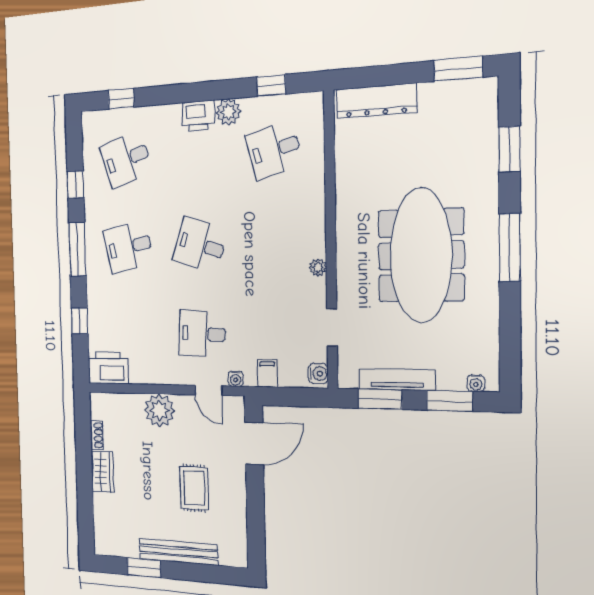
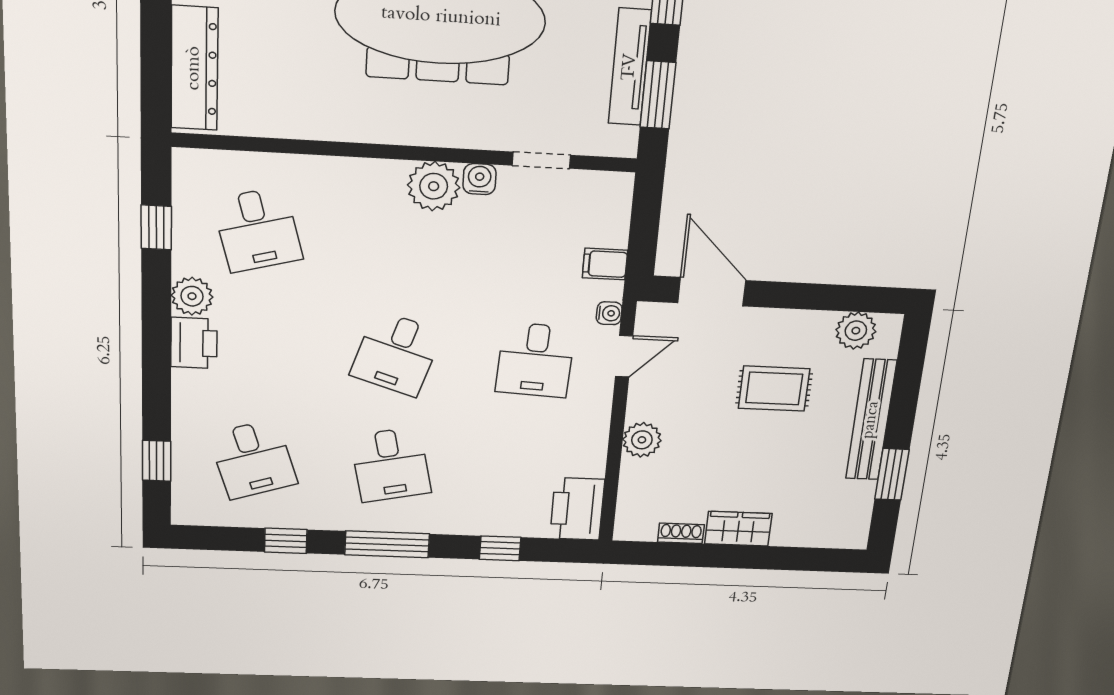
plant: (318, 268) -> (434, 186), width x1.87, depth x1.87
water cooler: (318, 374) -> (479, 179), moved
plant: (160, 410) -> (642, 440), width x0.73, depth x0.73
plant: (235, 538) -> (856, 331), added

